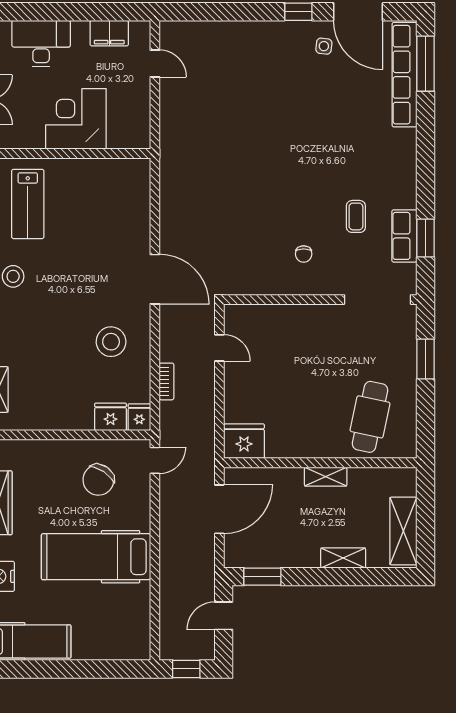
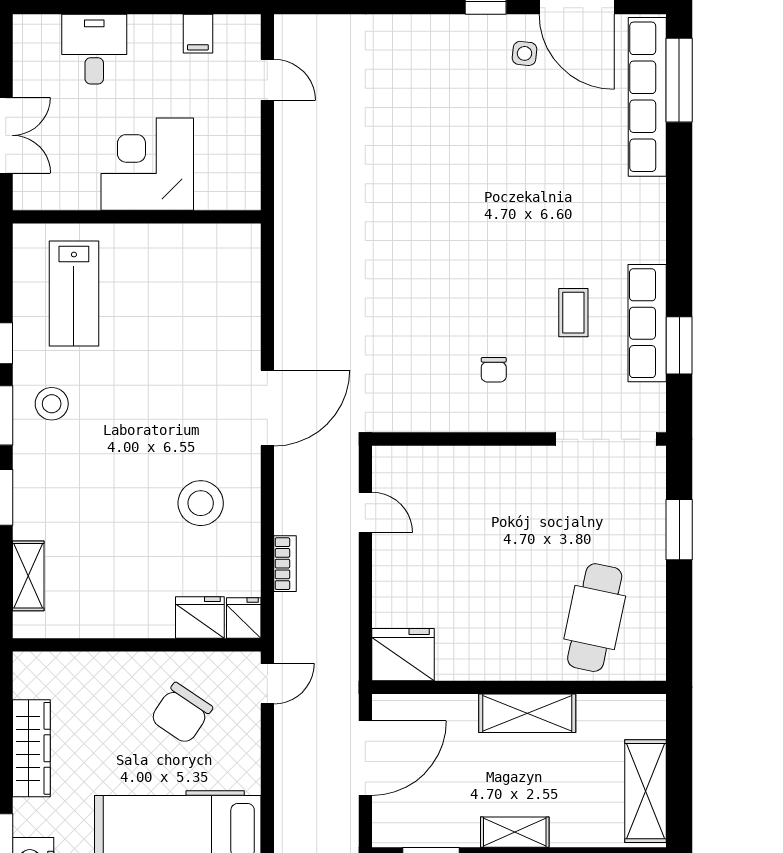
filing cabinet: (109, 33) -> (198, 34), width x0.50
desk: (41, 43) -> (94, 49), width x0.73
row of seats: (404, 236) -> (647, 323), width x1.48
door: (155, 279) -> (267, 408), hinge flipped
shelving: (326, 477) -> (527, 713), width x1.50, depth x1.33
shelving: (343, 558) -> (515, 832), moved

